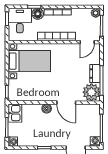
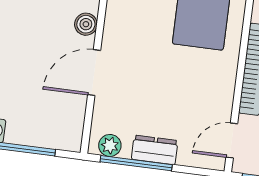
door: (87, 42) -> (232, 140), hinge flipped
plant: (91, 92) -> (110, 145), width x0.53, depth x0.53

